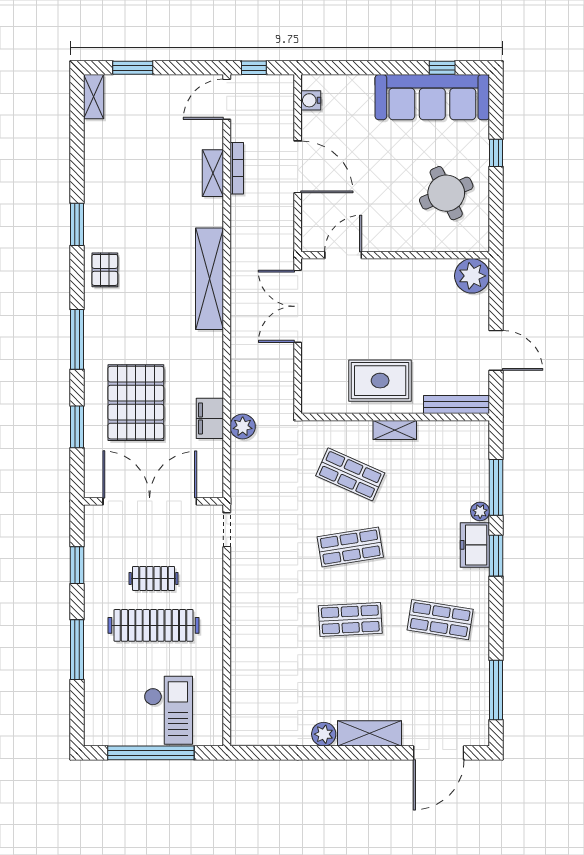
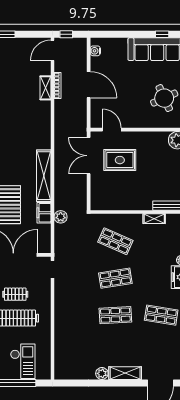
door: (343, 255) -> (112, 130), hinge flipped
shelving: (210, 279) -> (44, 176), moved
rug: (380, 381) -> (120, 160), moved
shelving: (395, 430) -> (154, 219), moved

